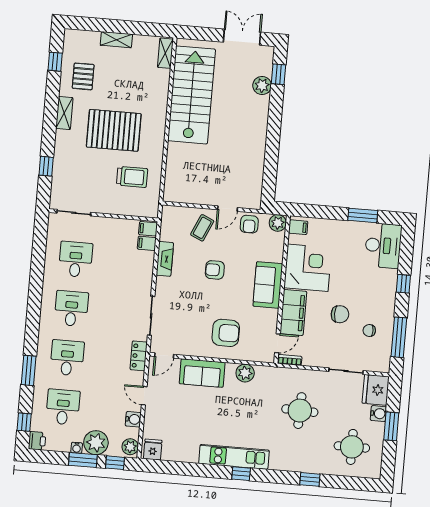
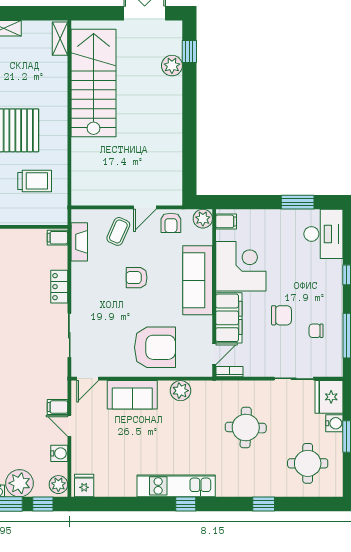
filing cabinet: (147, 243) -> (57, 407), moved
fireplace: (165, 259) -> (79, 242), moved
sofa: (268, 285) -> (198, 280), width x1.36
armchair: (226, 333) -> (155, 347), width x1.36, depth x1.36
locker: (139, 356) -> (59, 287), moved

